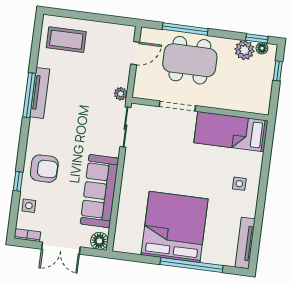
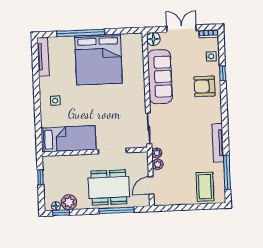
coffee table: (66, 40) -> (205, 187), turned 90
window: (278, 71) -> (40, 177), moved
plant: (122, 79) -> (158, 164), added
window: (29, 95) -> (227, 172), moved

